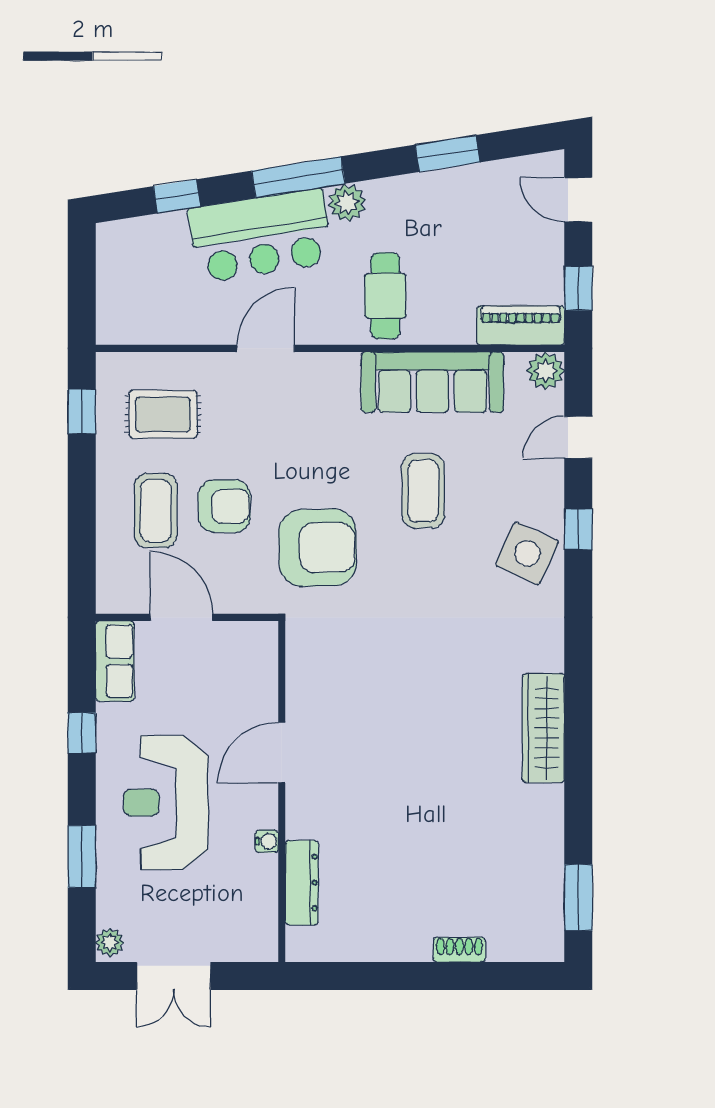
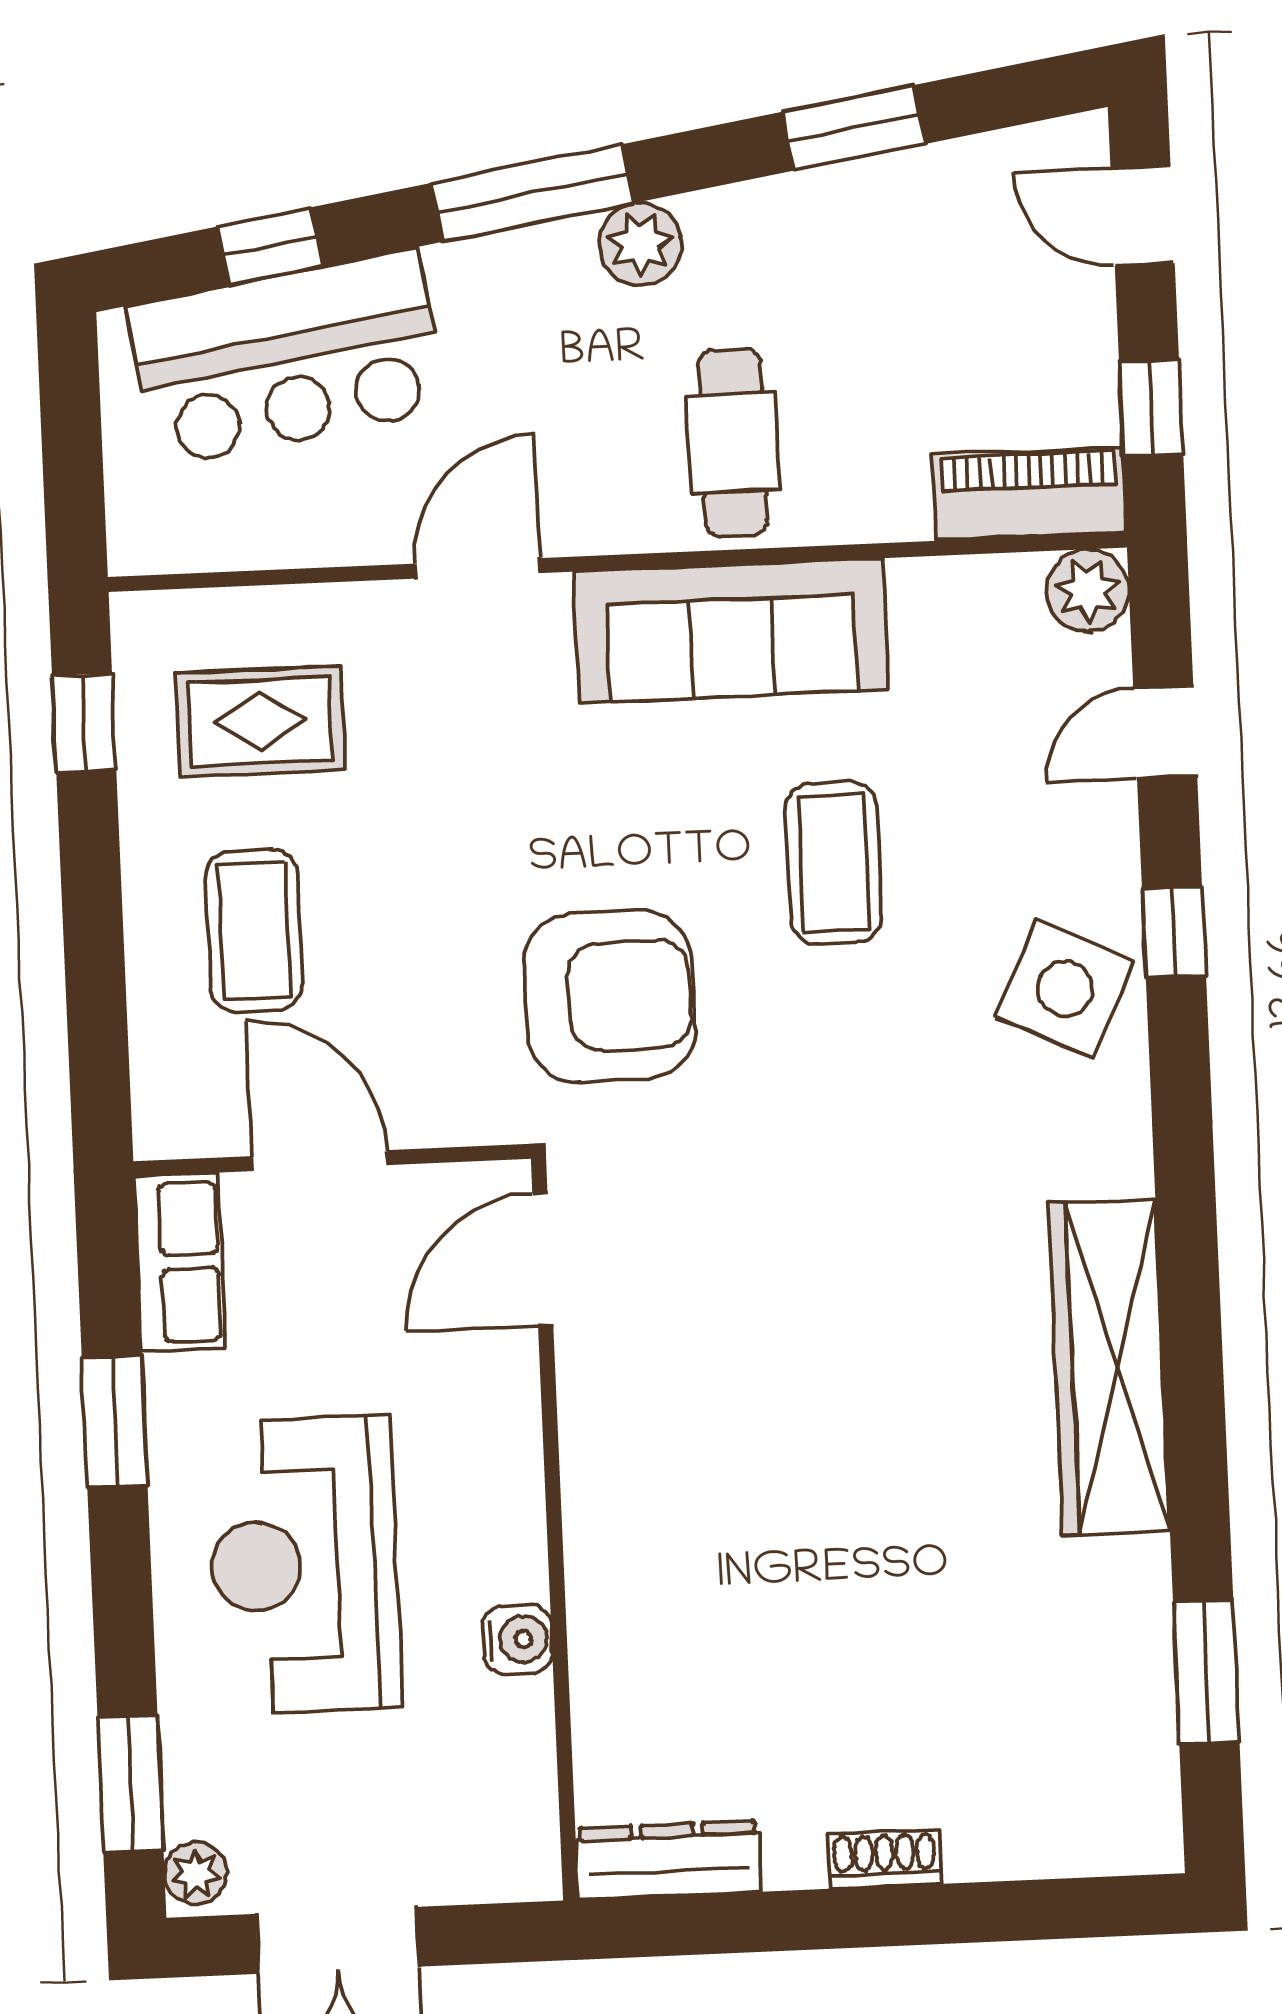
bar counter: (261, 236) -> (288, 358), moved
sofa: (432, 382) -> (731, 631), moved
armchair: (224, 506) -> (403, 915), removed
wardrobe: (543, 728) -> (1109, 1367), width x1.40, depth x1.17
window: (82, 733) -> (115, 1421), width x1.50
door: (282, 753) -> (543, 1259), moved
water cooler: (267, 841) -> (518, 1639), width x1.38, depth x1.38
window: (82, 857) -> (130, 1784), moved
dresser: (302, 883) -> (668, 1860), moved, turned -90
window: (578, 898) -> (1206, 1672), moved
shoe rack: (459, 950) -> (884, 1859), moved

